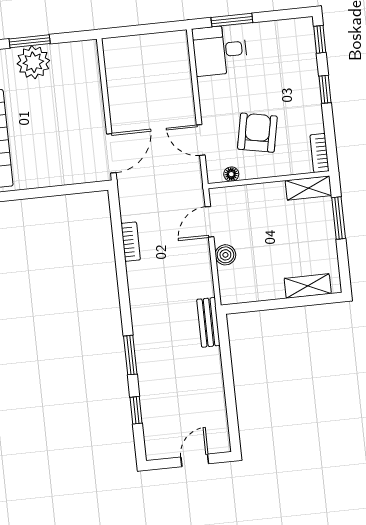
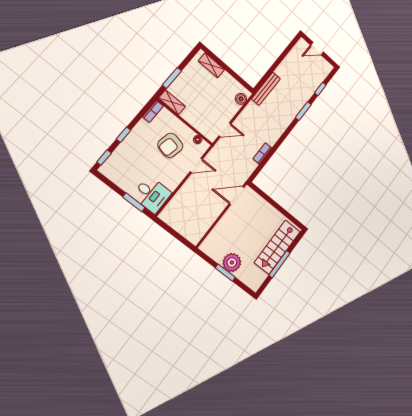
door: (201, 140) -> (196, 165), hinge flipped
boiler: (225, 255) -> (241, 99), moved
bench: (208, 322) -> (266, 89), width x1.36

